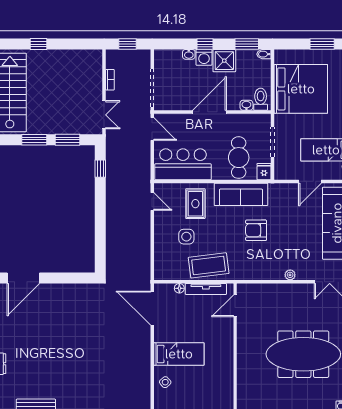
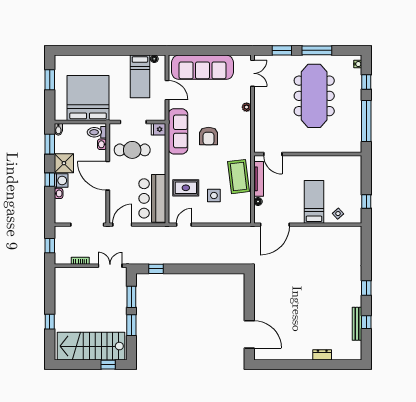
cafe table: (239, 158) -> (132, 150), moved
sofa: (241, 194) -> (178, 131), moved

